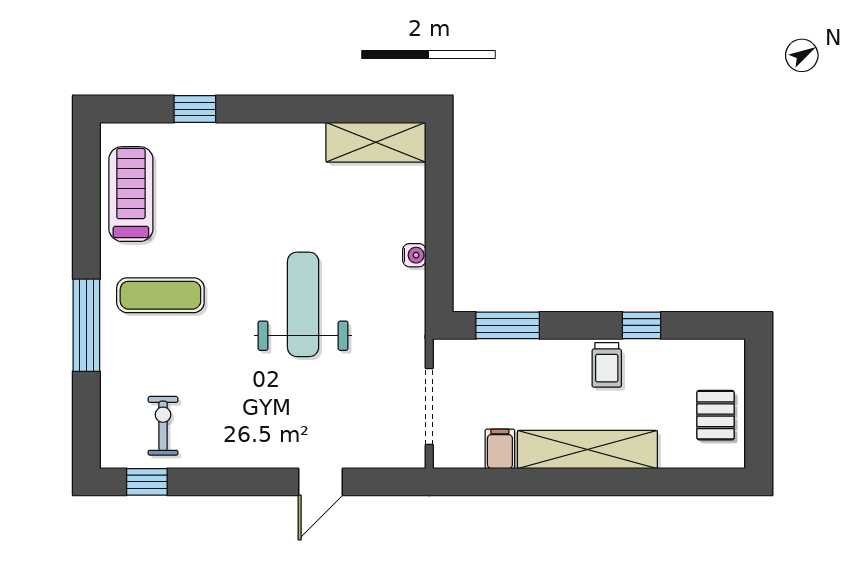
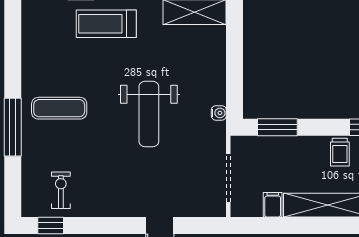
treadmill: (131, 194) -> (106, 24), moved, turned -90
water cooler: (414, 255) -> (219, 113), moved
weight bench: (303, 304) -> (149, 114), turned 180

